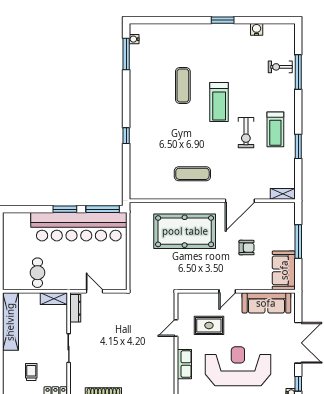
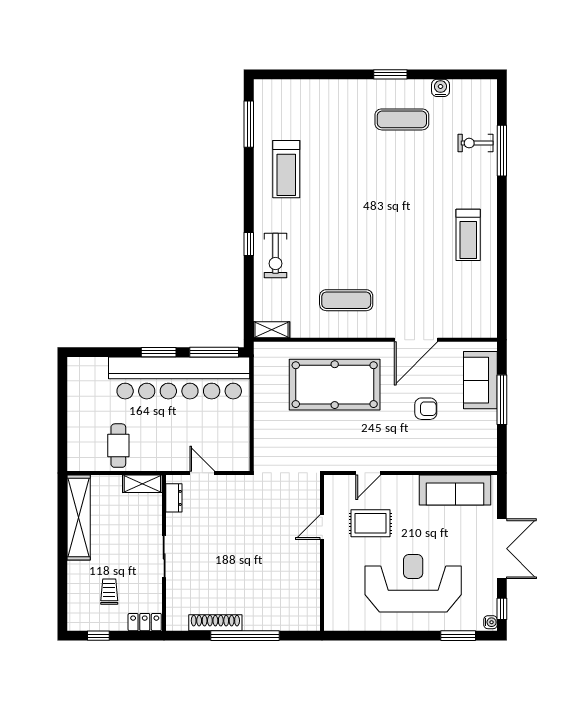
water cooler: (134, 39) -> (260, 102), removed
exercise mat: (183, 86) -> (402, 119), moved, turned 90
treadmill: (219, 102) -> (286, 169), moved
exercise bike: (246, 133) -> (275, 255), moved
window: (298, 146) -> (502, 260), removed
shelving: (283, 194) -> (272, 330), moved
sofa: (284, 270) -> (480, 380), moved
door: (227, 291) -> (368, 473), moved
dresser: (75, 308) -> (174, 498), width x0.70
row of seats: (184, 364) -> (334, 580), removed

